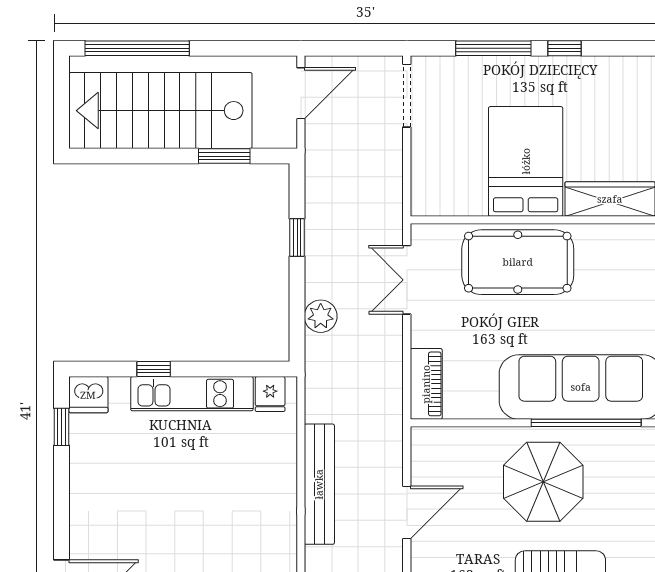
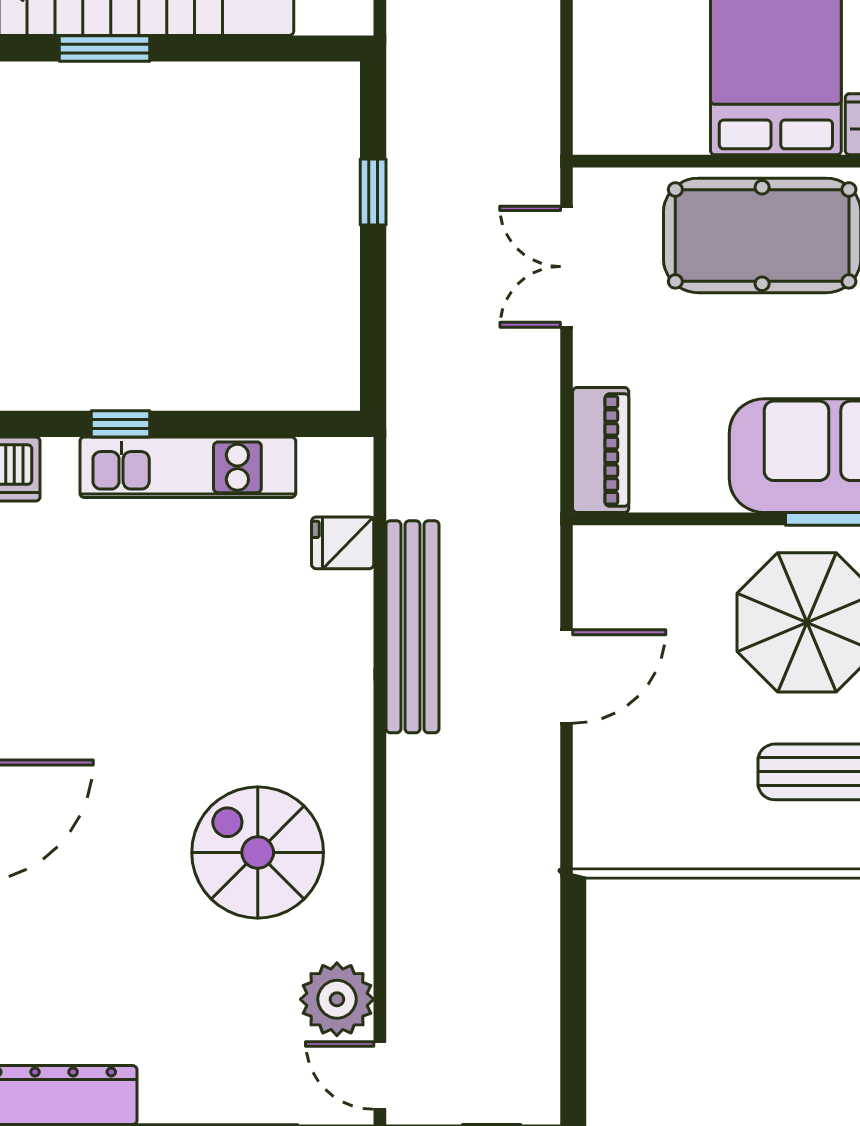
window: (224, 156) -> (105, 48), moved
plant: (321, 316) -> (415, 331), removed
fridge: (270, 394) -> (343, 543), moved, turned 90

